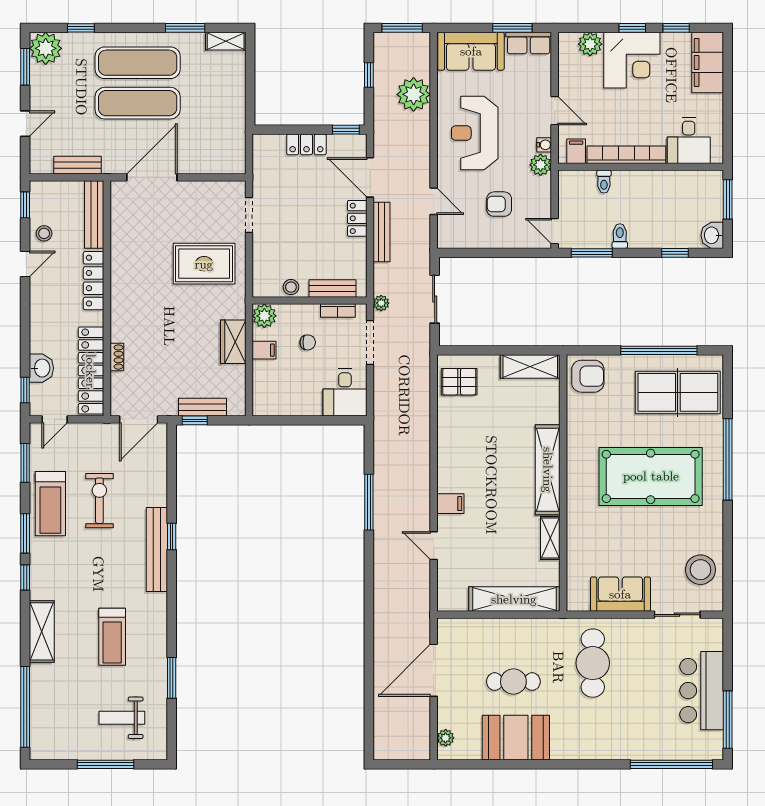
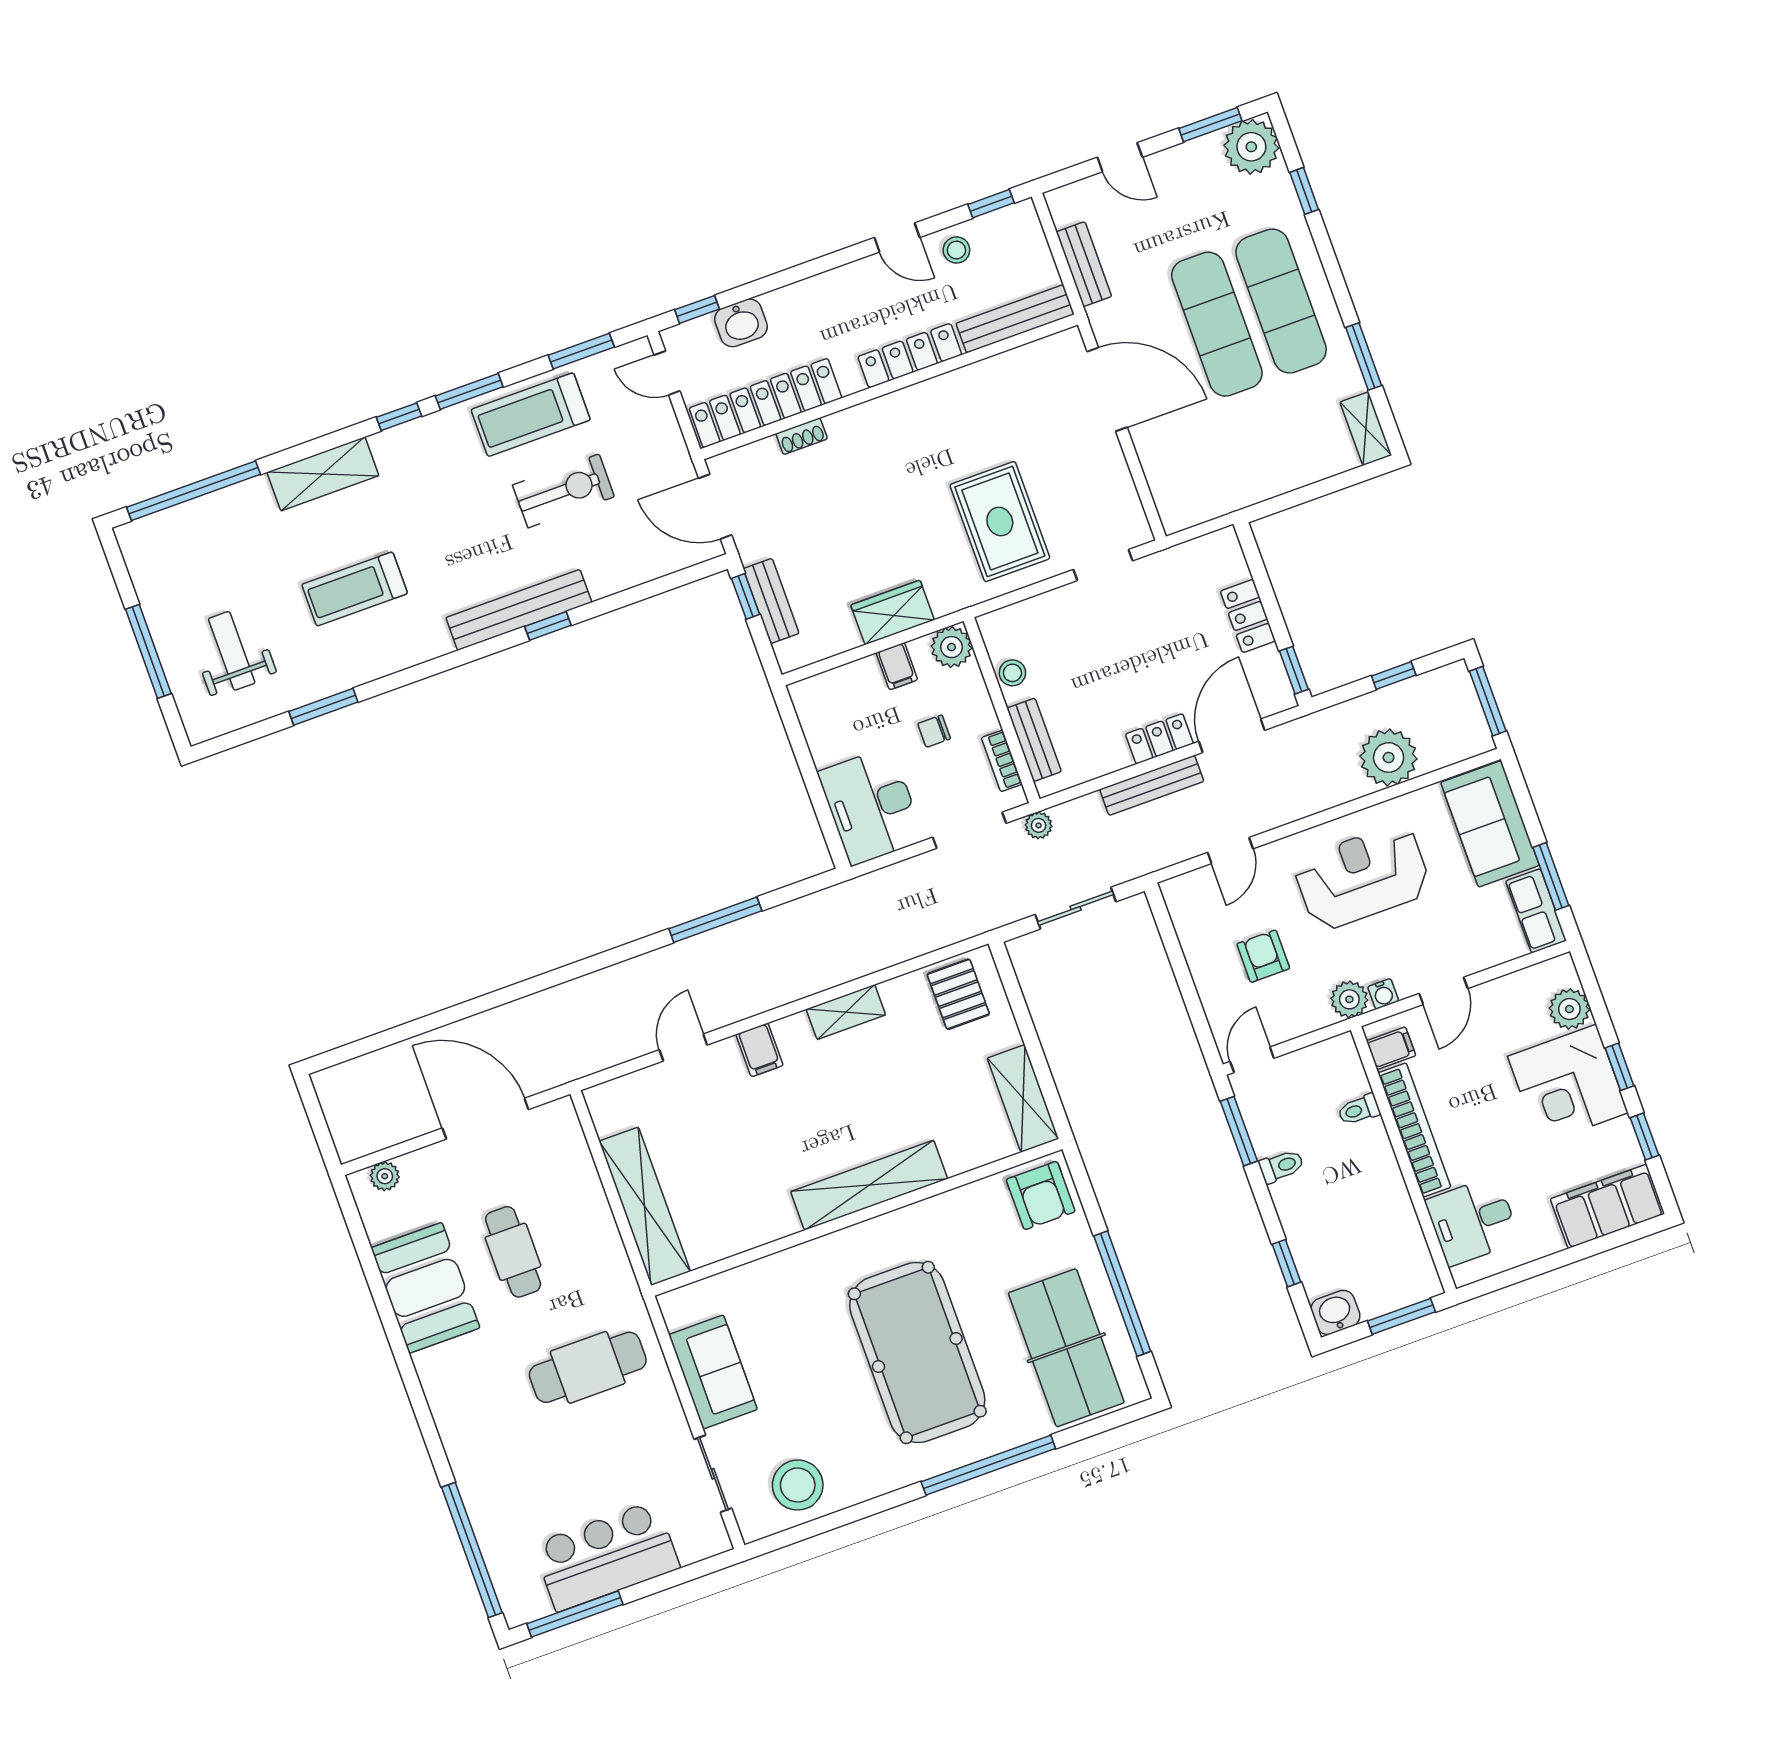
chair: (308, 342) -> (934, 731), turned 90
desk: (345, 393) -> (871, 806), width x1.37
shelving: (550, 538) -> (846, 1012), moved

